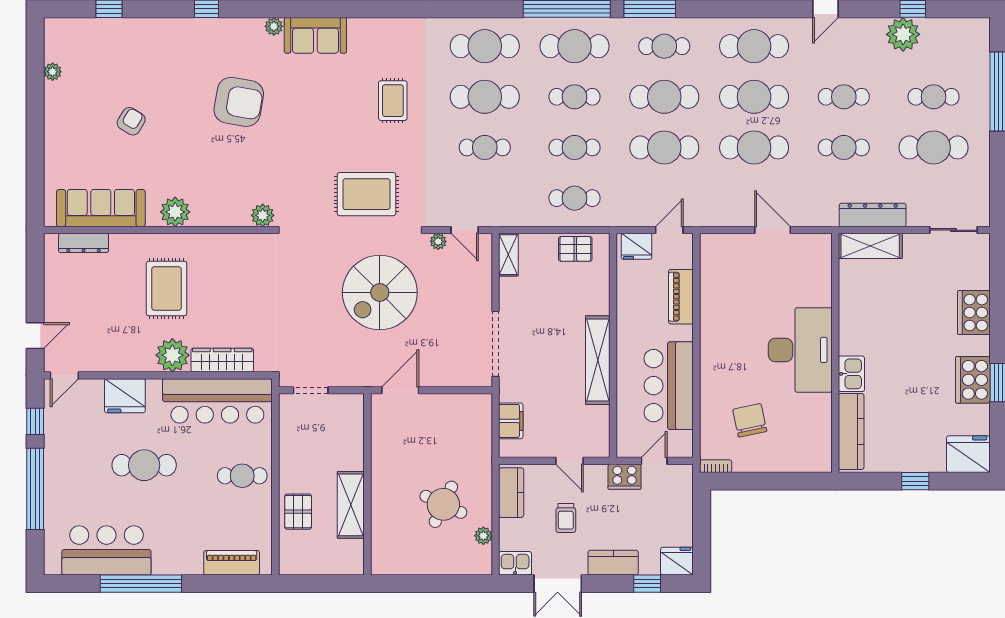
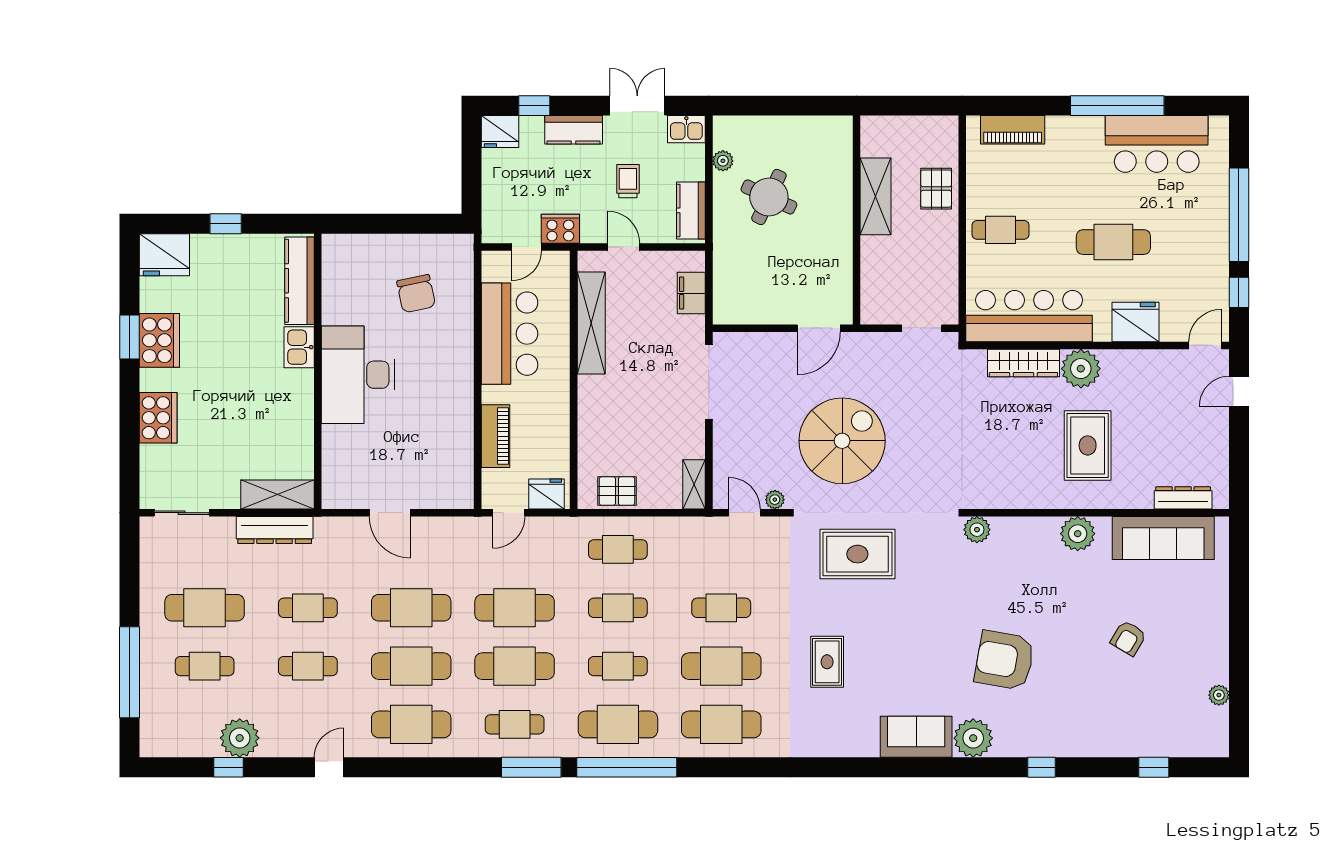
plant: (274, 26) -> (973, 738), width x1.88, depth x1.88
shelving: (598, 360) -> (591, 323), moved
bookcase: (716, 466) -> (456, 241), removed

